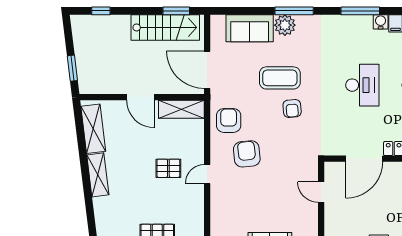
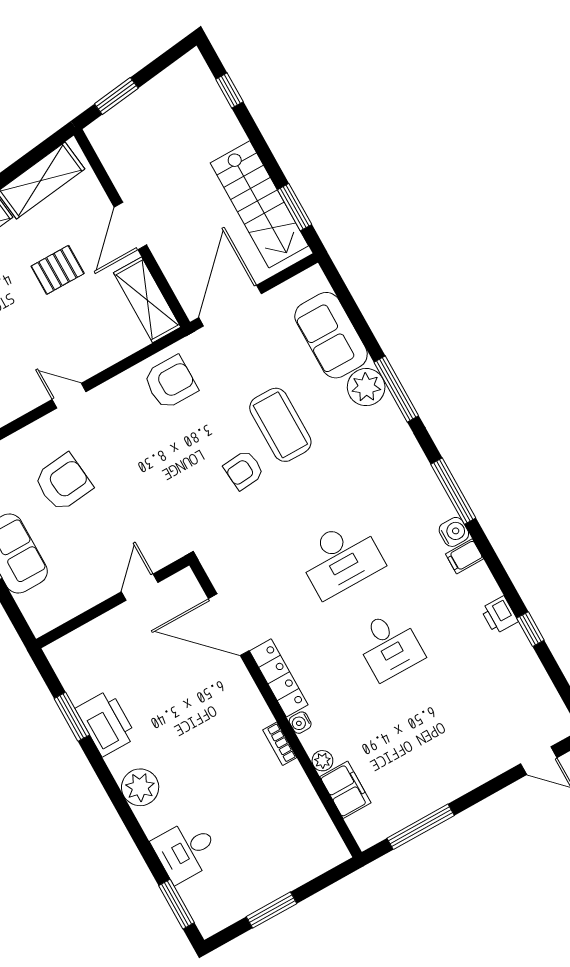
armchair: (247, 154) -> (63, 482), moved
pallet: (168, 168) -> (58, 270), moved, turned 90

